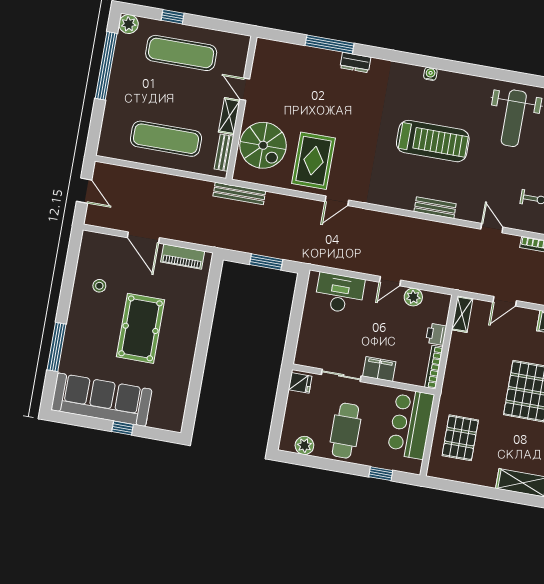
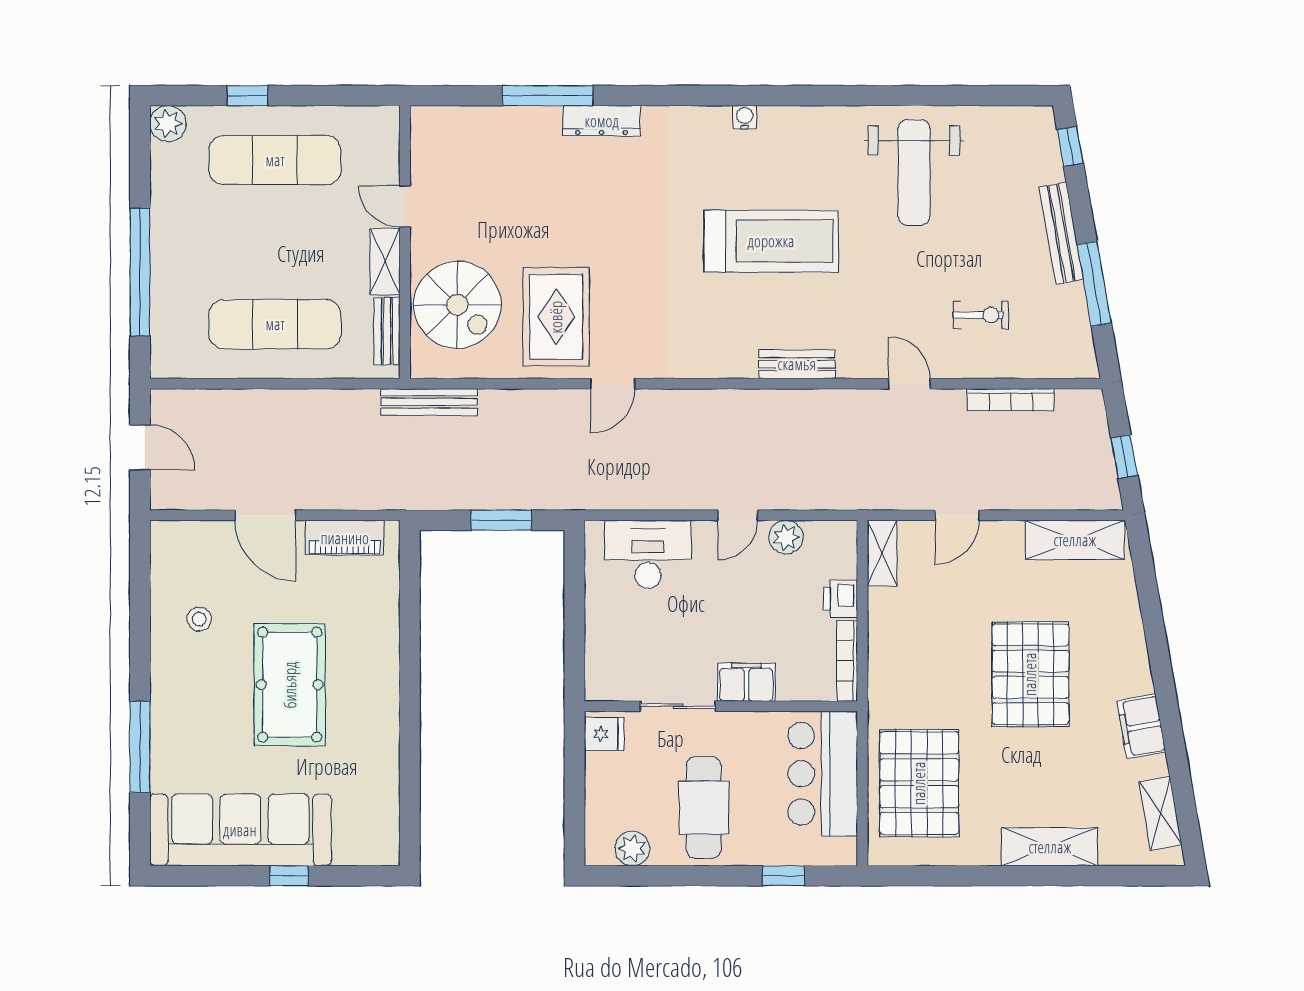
dresser: (355, 62) -> (602, 121), width x1.44
window: (106, 66) -> (140, 272), moved
pallet: (460, 438) -> (919, 783), width x1.37, depth x1.41

